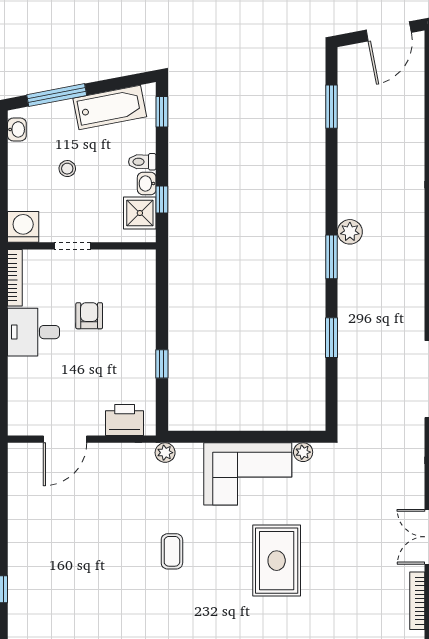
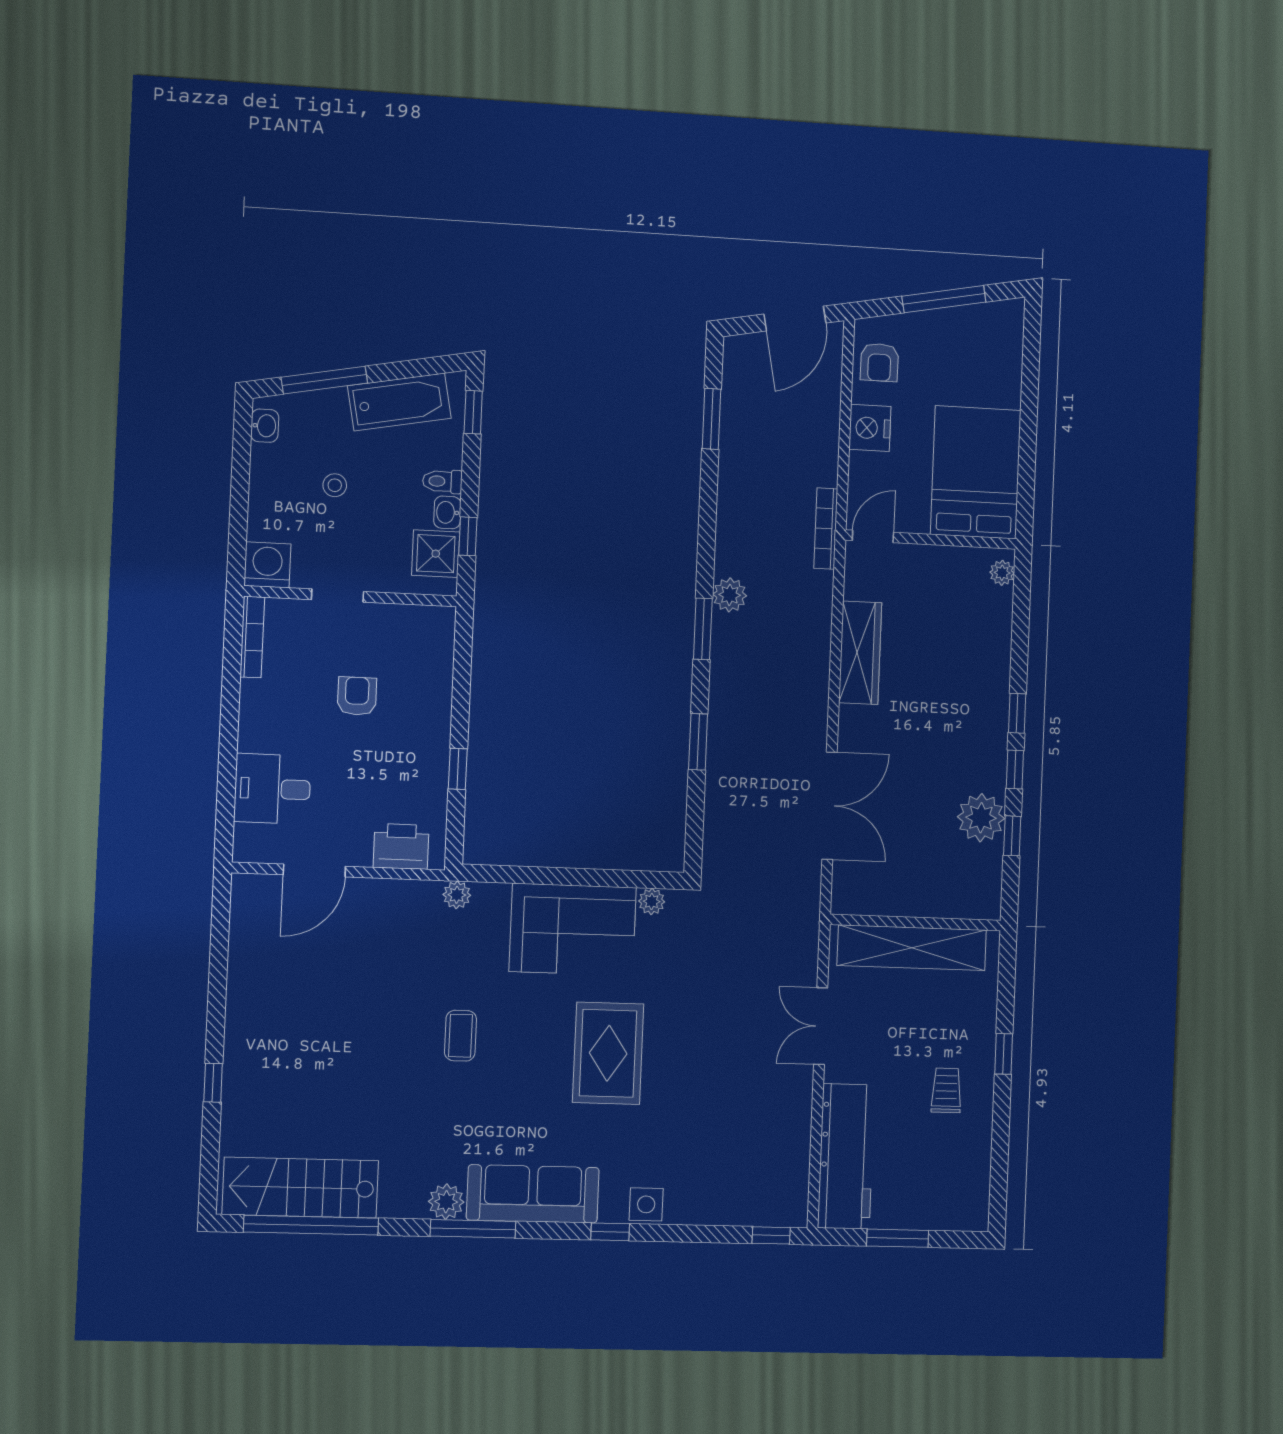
desk: (33, 332) -> (272, 789), moved
bookcase: (417, 601) -> (826, 529), moved

